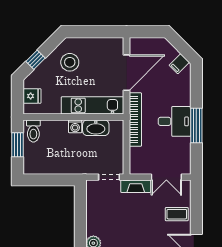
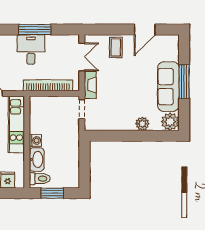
bookcase: (135, 120) -> (48, 85), moved
washbasin: (96, 128) -> (37, 159), moved

